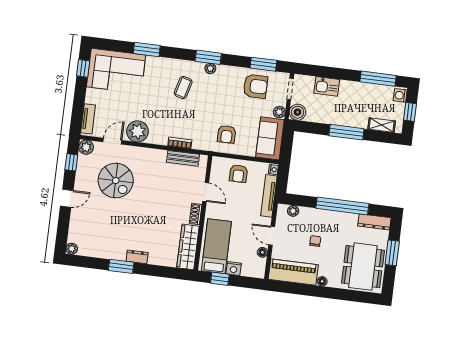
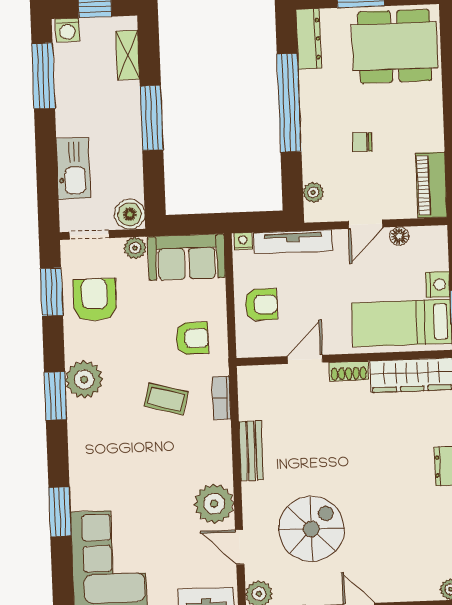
plant: (210, 68) -> (84, 379), width x1.88, depth x1.88
kitchen sink: (327, 86) -> (73, 168), width x1.38
coffee table: (183, 88) -> (166, 399), moved
bookcase: (180, 143) -> (221, 398), moved
bench: (183, 158) -> (251, 451), moved
piano: (293, 272) -> (431, 185), width x0.73, depth x0.75
floor lamp: (322, 281) -> (434, 117), removed

